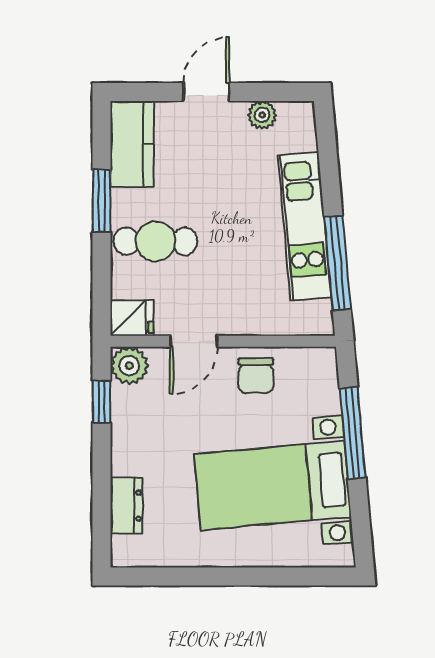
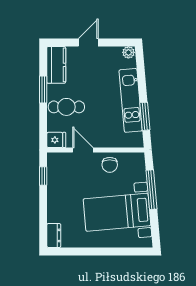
plant: (262, 115) -> (128, 52), moved
window: (337, 263) -> (145, 116), width x0.69
door: (194, 341) -> (83, 150), swing flipped
plant: (129, 366) -> (55, 160), removed
dresser: (126, 506) -> (54, 235), moved

